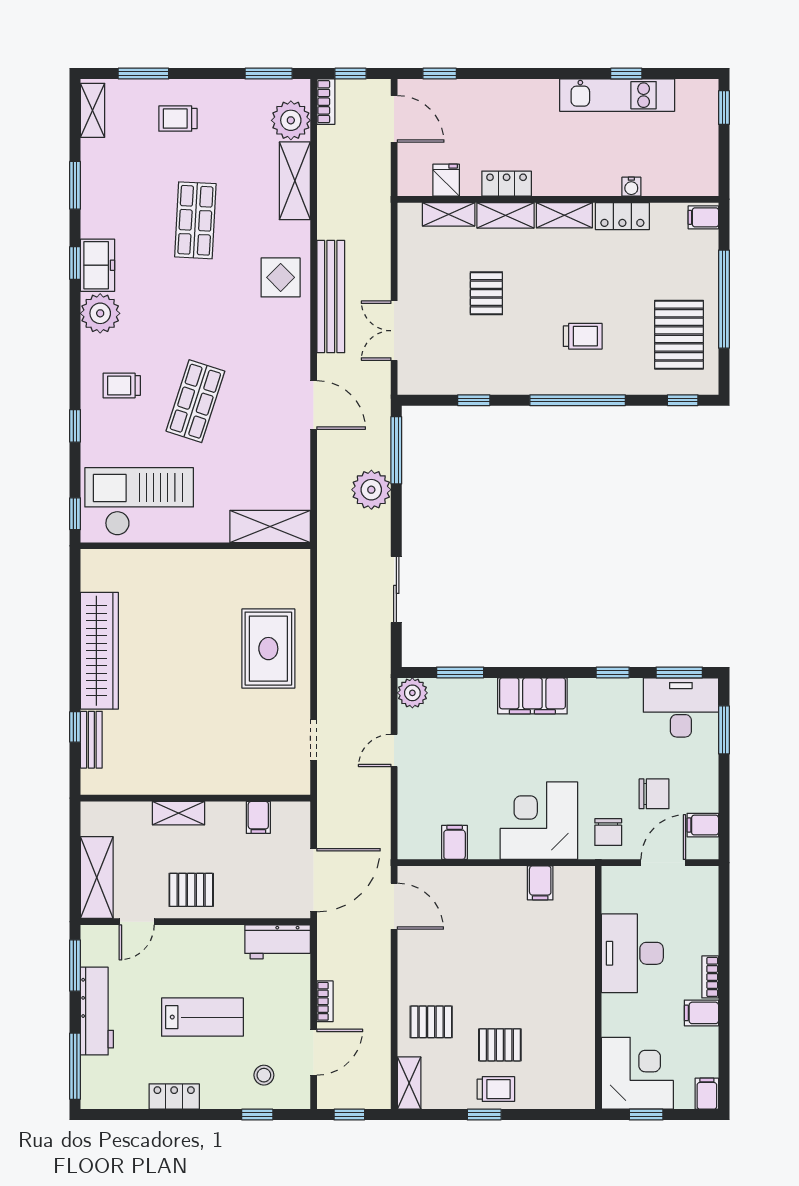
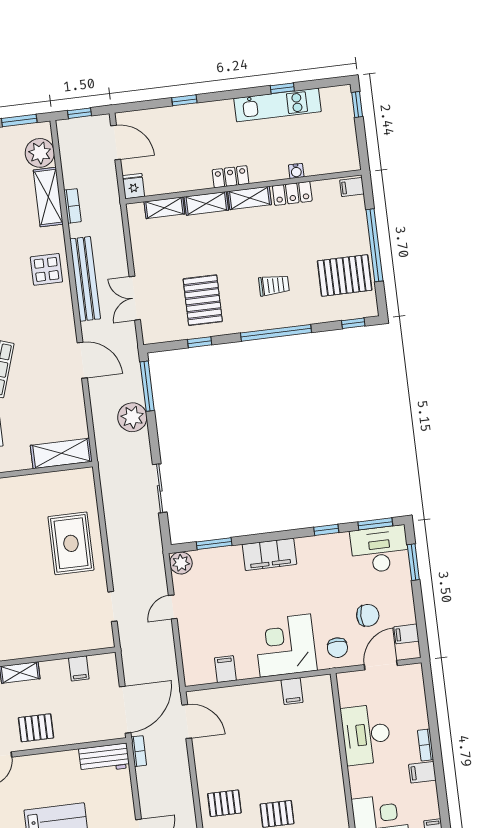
window: (440, 74) -> (184, 100), moved
bookcase: (326, 102) -> (72, 206), moved
fridge: (446, 180) -> (133, 186), moved
locker: (507, 184) -> (231, 177), moved
pallet: (486, 293) -> (203, 300), moved, width x1.50, depth x1.42
pallet: (679, 335) -> (345, 275), turned 90
bookcase: (325, 1001) -> (139, 751), moved

